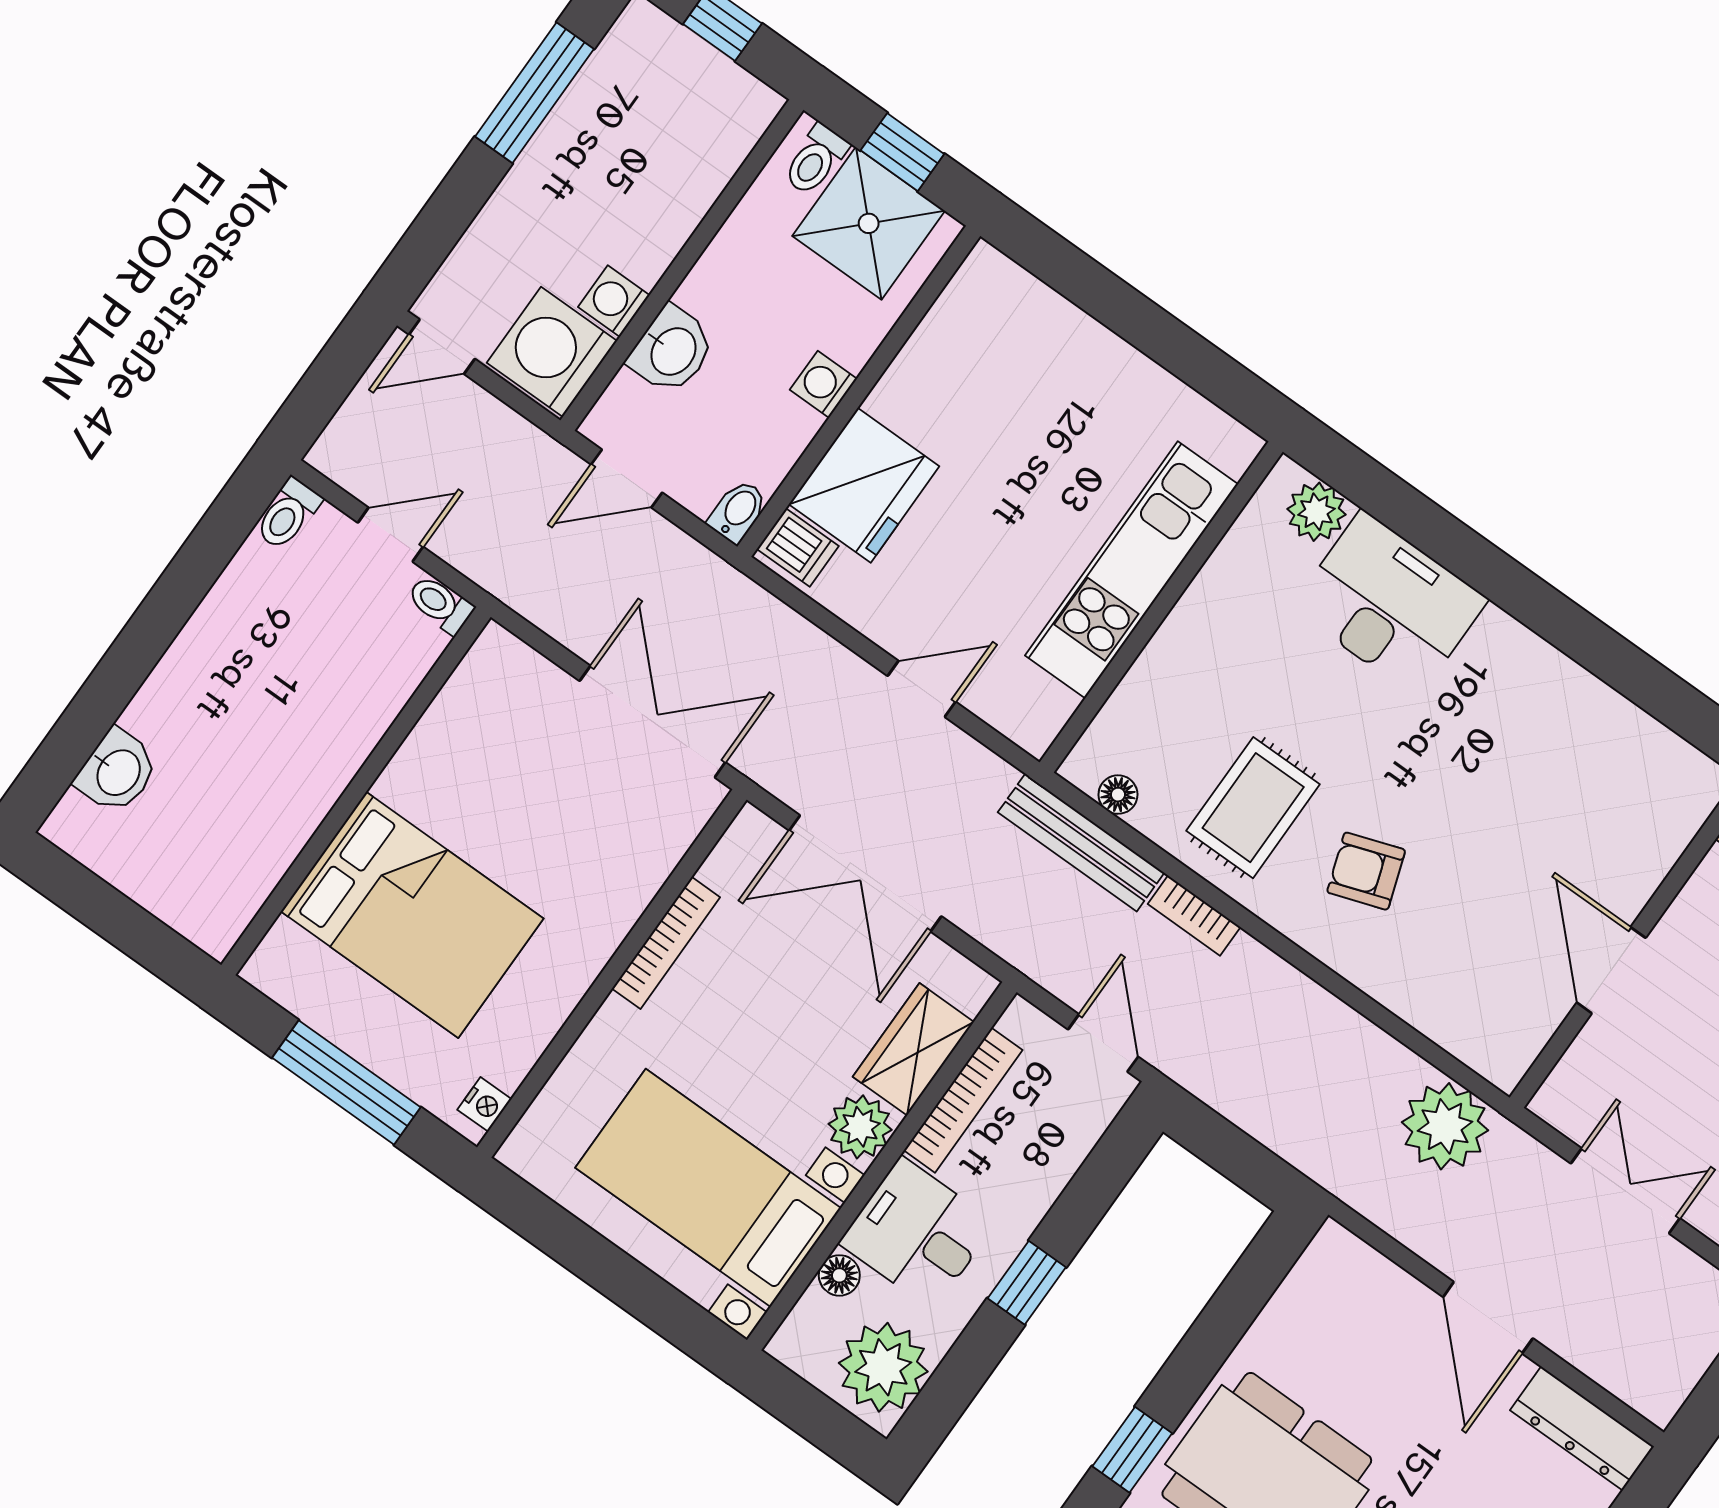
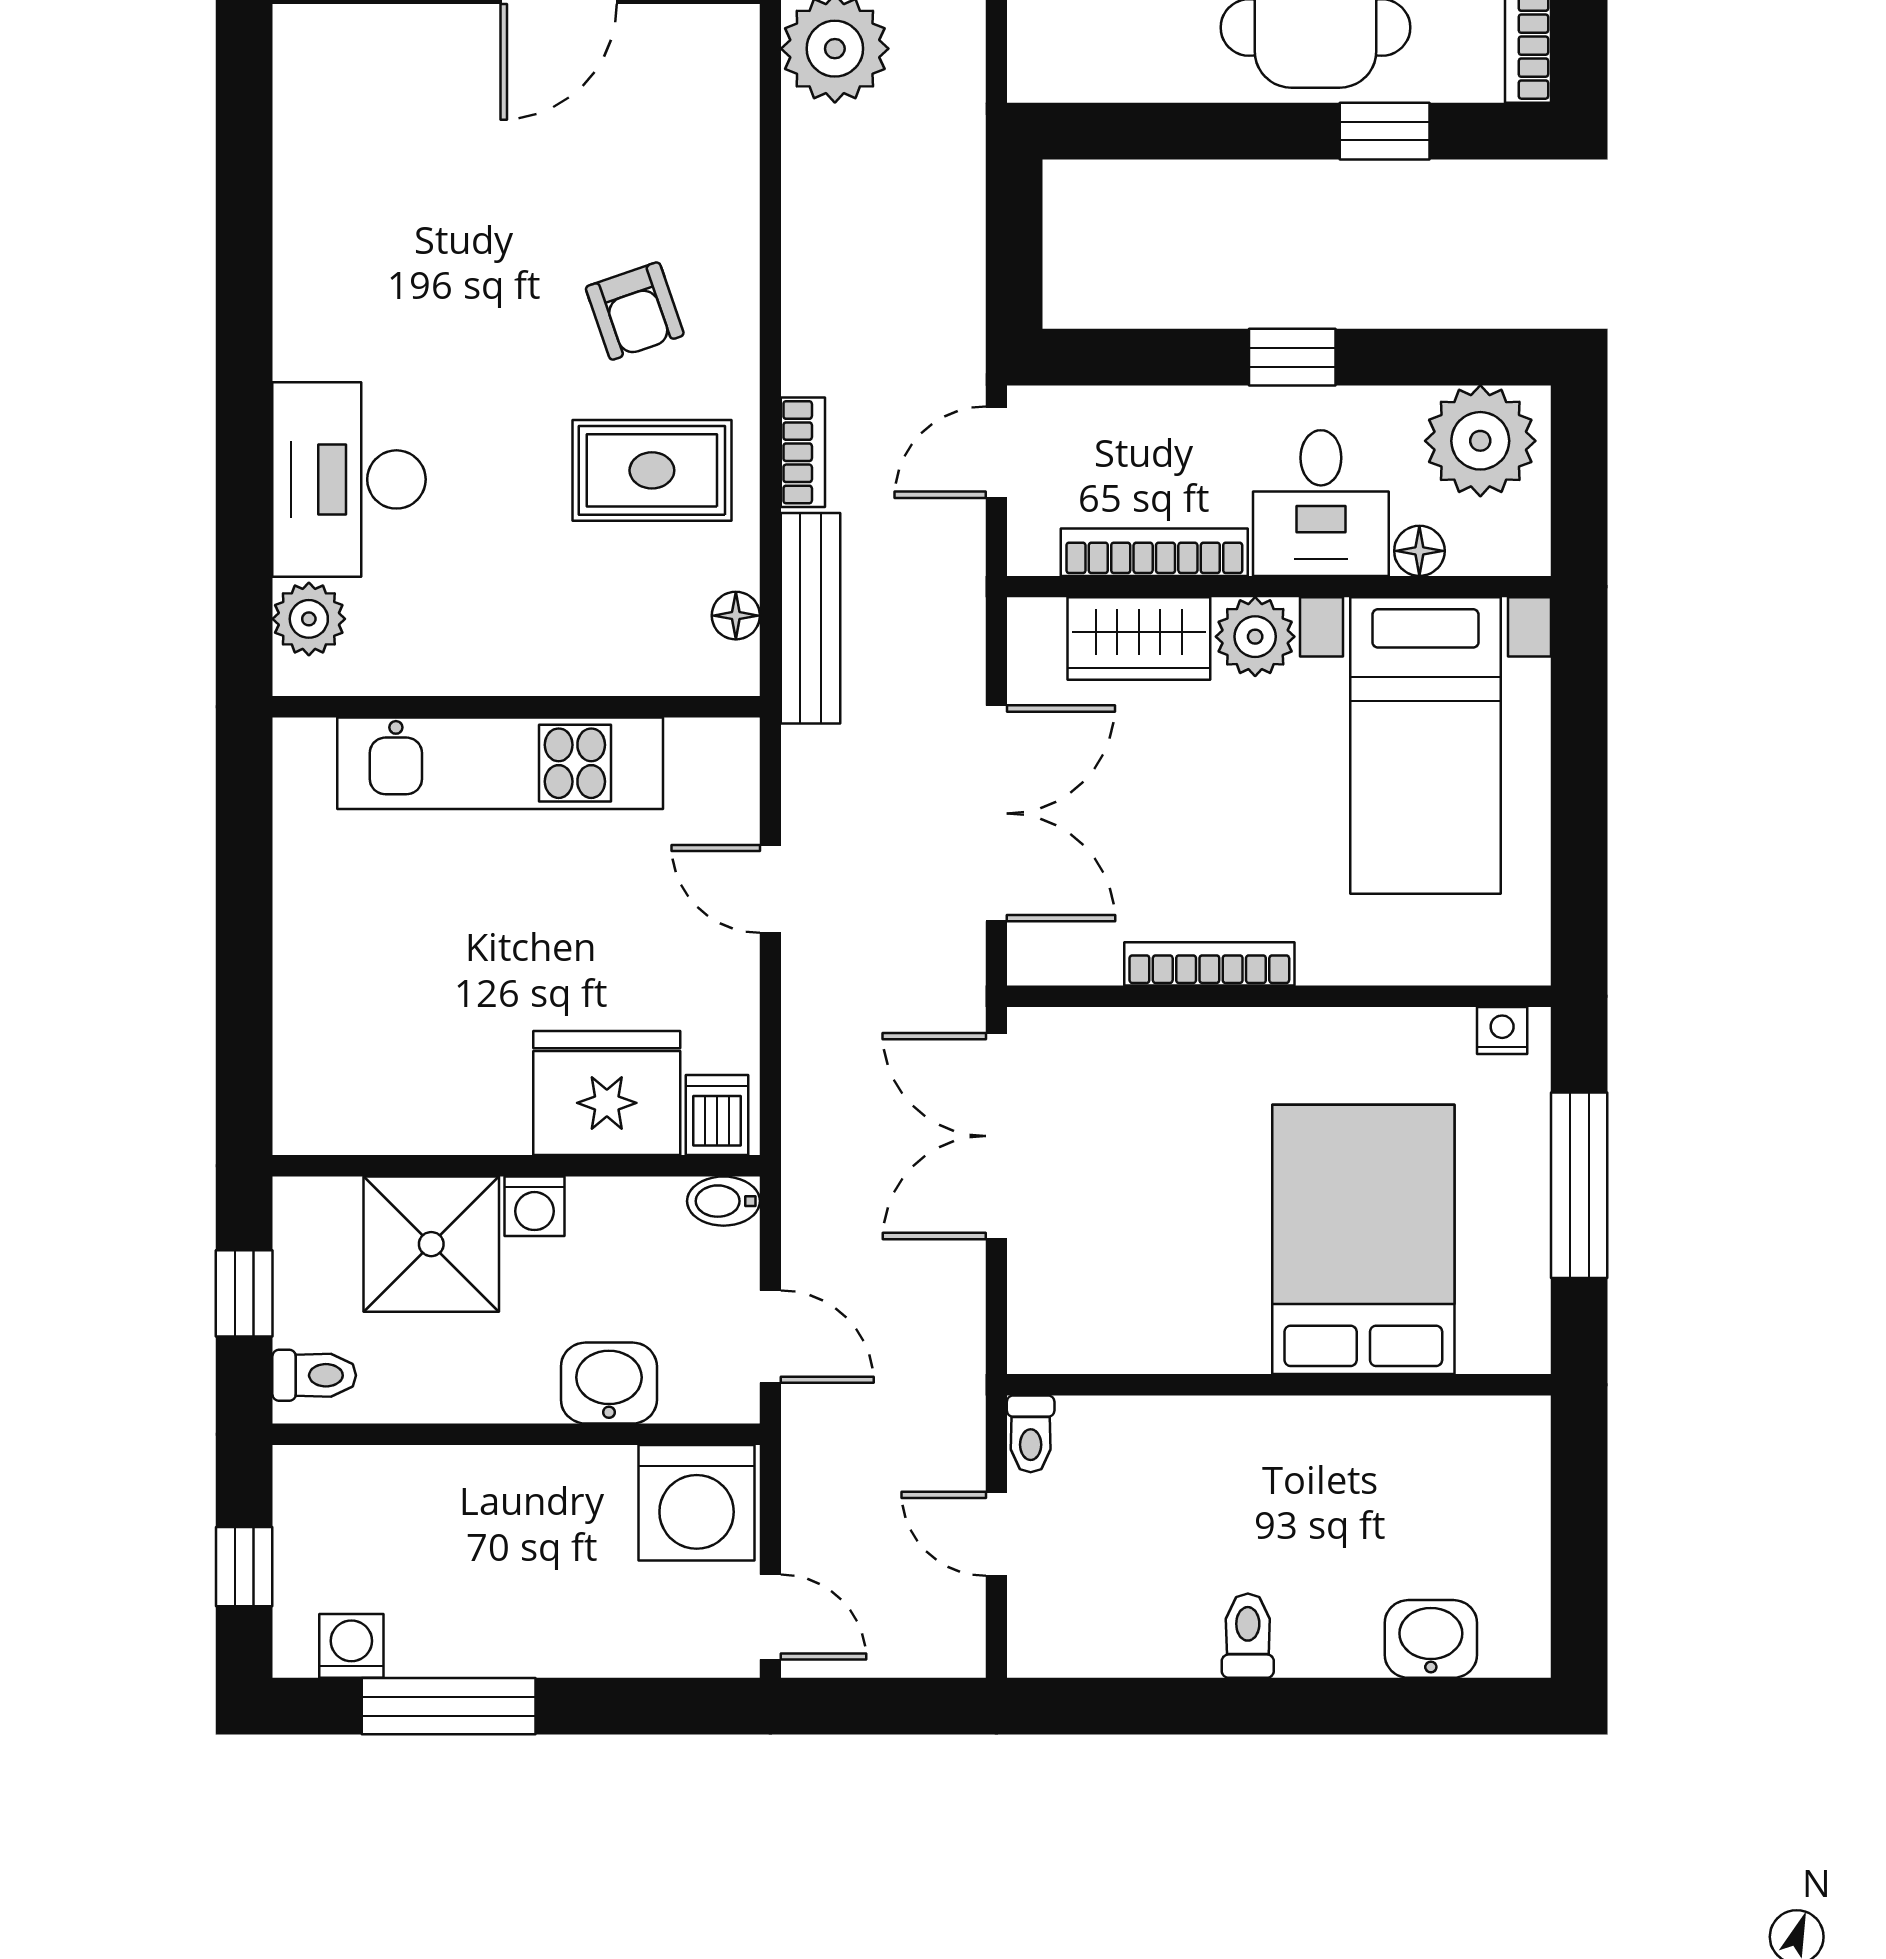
shower: (869, 223) -> (431, 1244), moved
washing machine: (614, 301) -> (351, 1646), moved, turned 180
toilet: (288, 514) -> (1248, 1636), moved, turned -90

